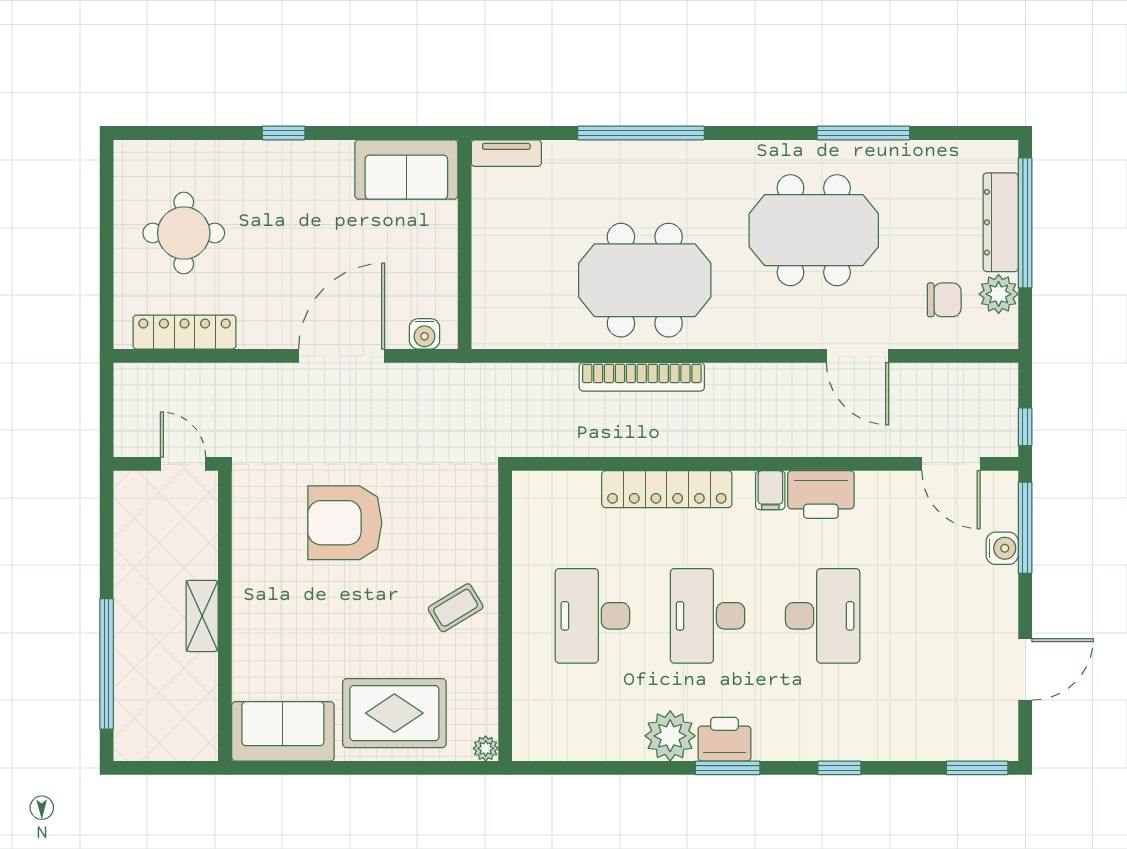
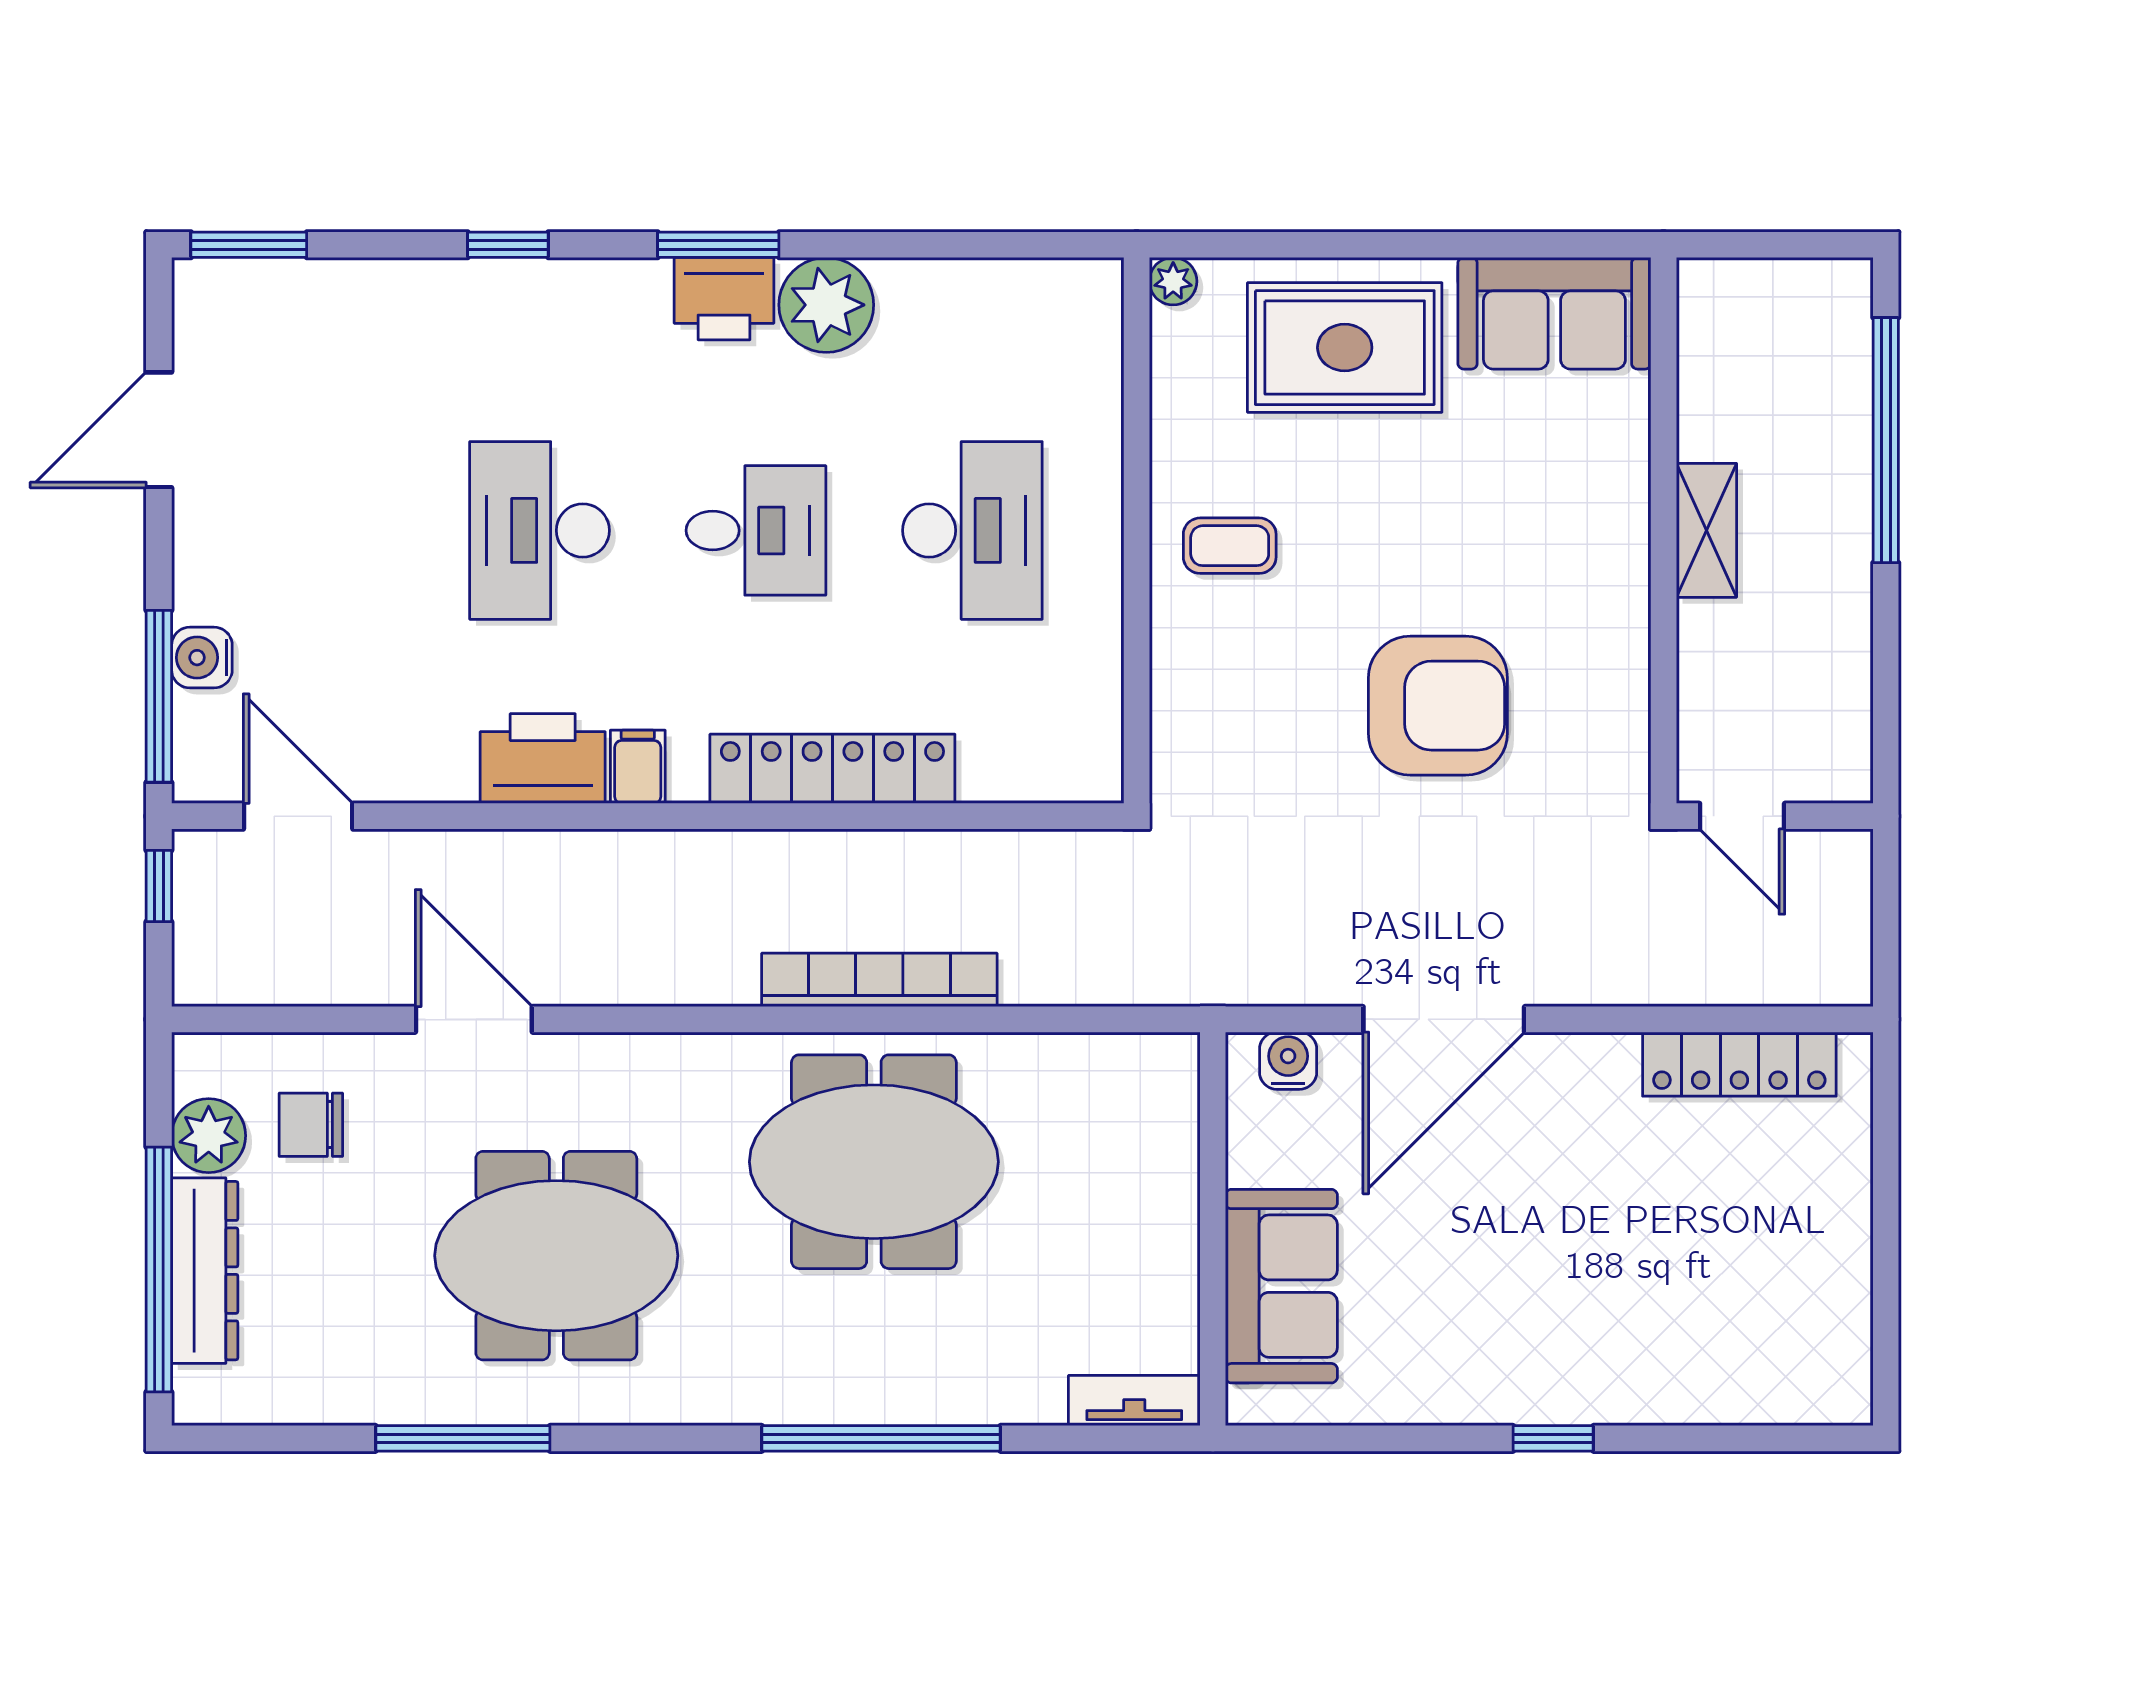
sofa: (406, 169) -> (1281, 1286), moved, turned 90
round table: (184, 233) -> (1741, 1250), removed
coffee table: (456, 608) -> (1230, 546), turned 31
desk: (707, 616) -> (756, 530), width x0.73

